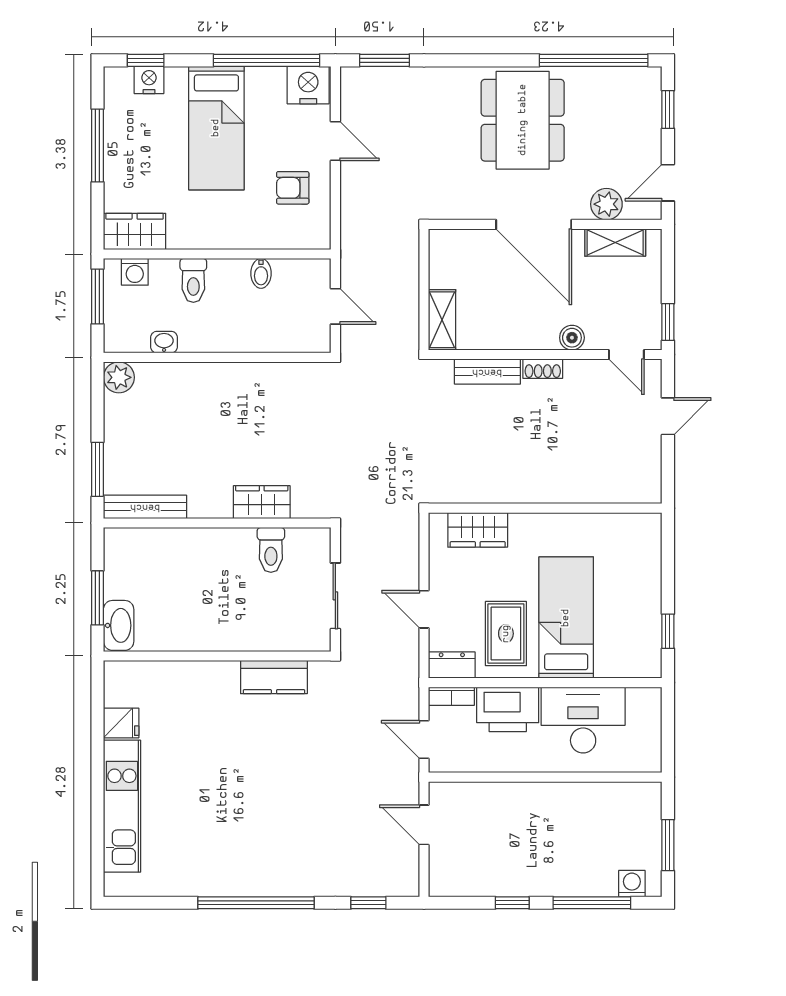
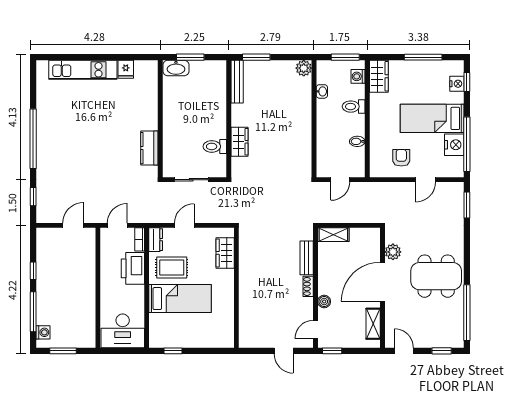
nightstand: (308, 85) -> (454, 145), moved
plant: (606, 204) -> (393, 252), moved
desk: (583, 720) -> (123, 331), moved, turned 90

